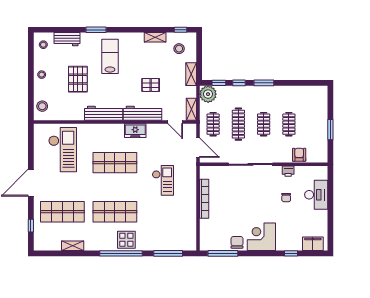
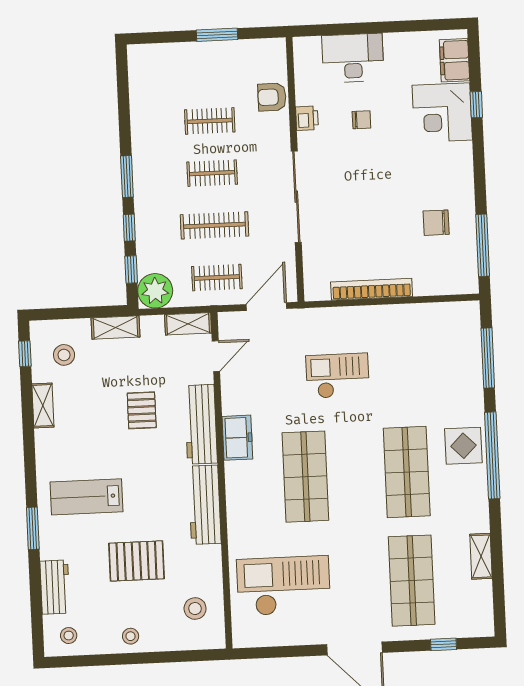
stool: (42, 106) -> (195, 609), moved
corner desk: (261, 237) -> (442, 113), moved
chair: (237, 242) -> (436, 223), moved

